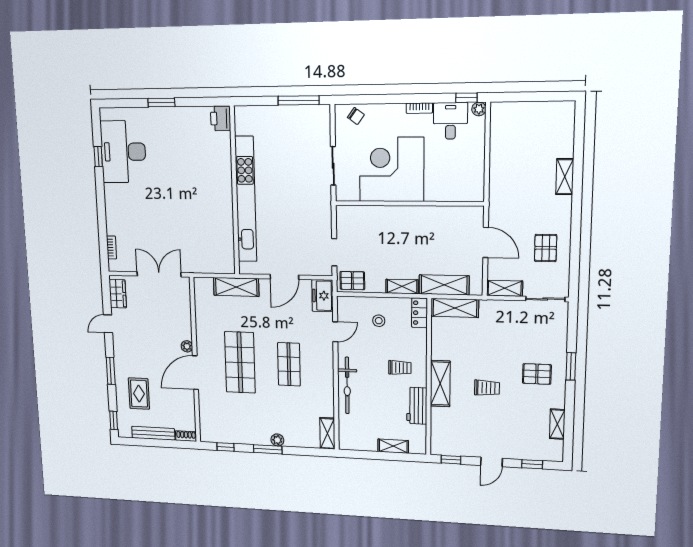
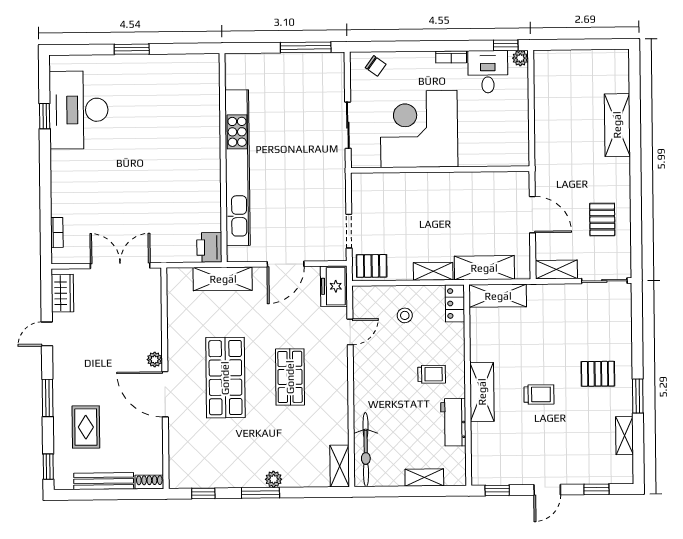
printer: (221, 118) -> (209, 247), moved
shelving: (565, 177) -> (617, 125), width x1.50, depth x1.33
window: (571, 366) -> (638, 396), moved
door: (195, 373) -> (165, 394), hinge flipped
bicycle: (347, 385) -> (366, 450), moved

